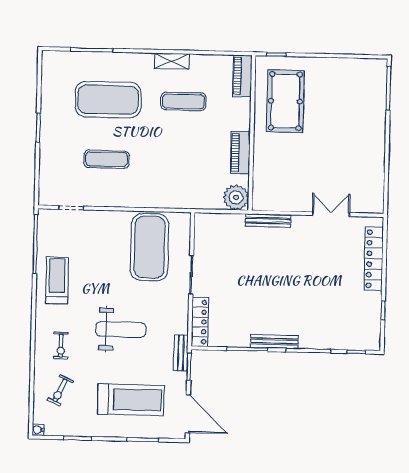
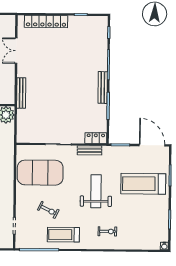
locker: (200, 322) -> (96, 138), width x0.66
bench: (181, 353) -> (90, 150), moved
exercise bike: (60, 390) -> (48, 210), moved
treadmill: (131, 400) -> (143, 184), turned -90
door: (188, 414) -> (152, 145), hinge flipped

